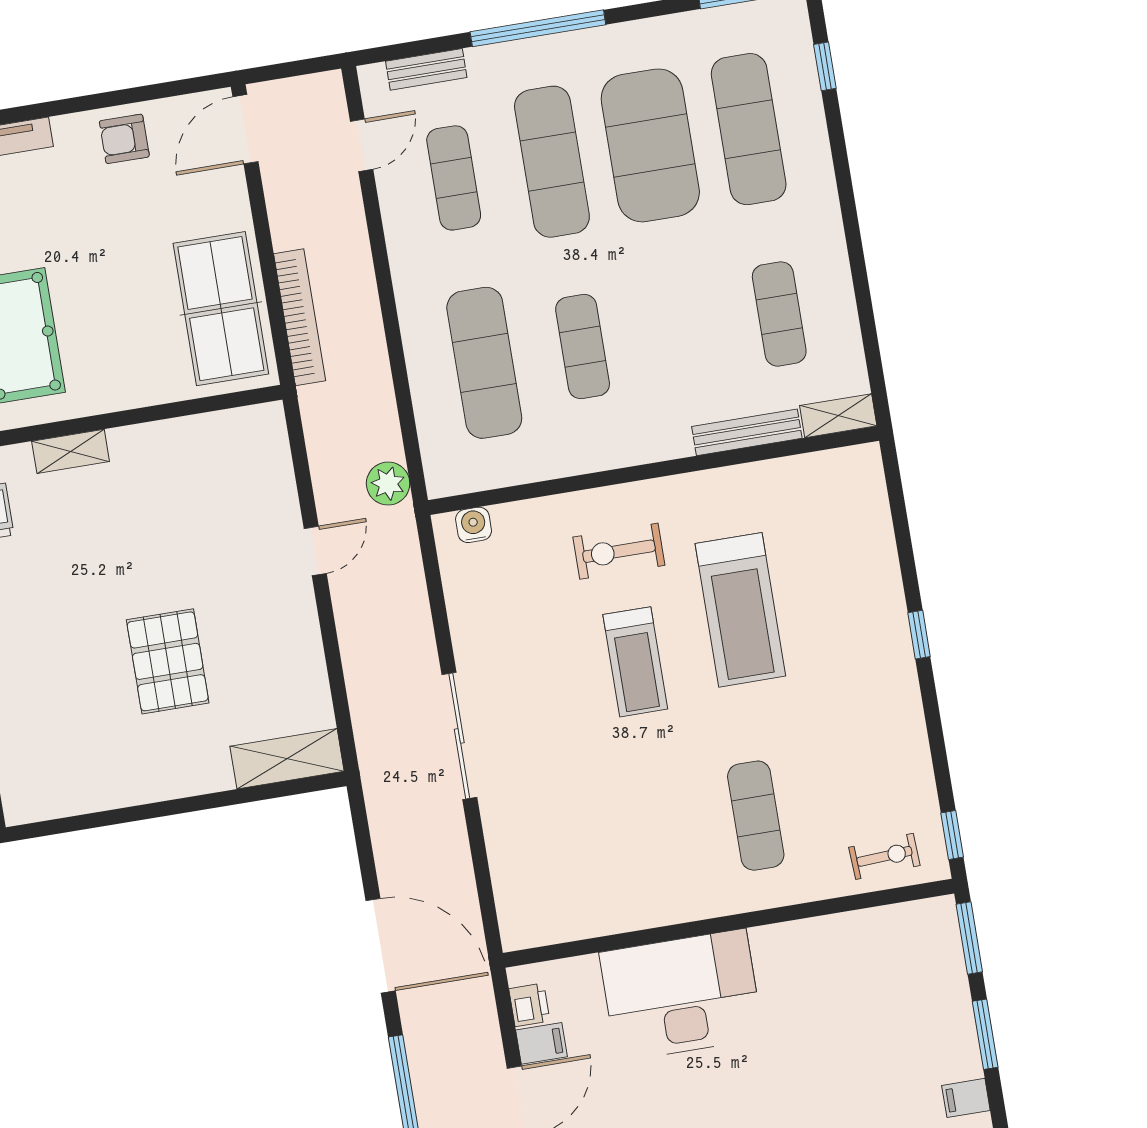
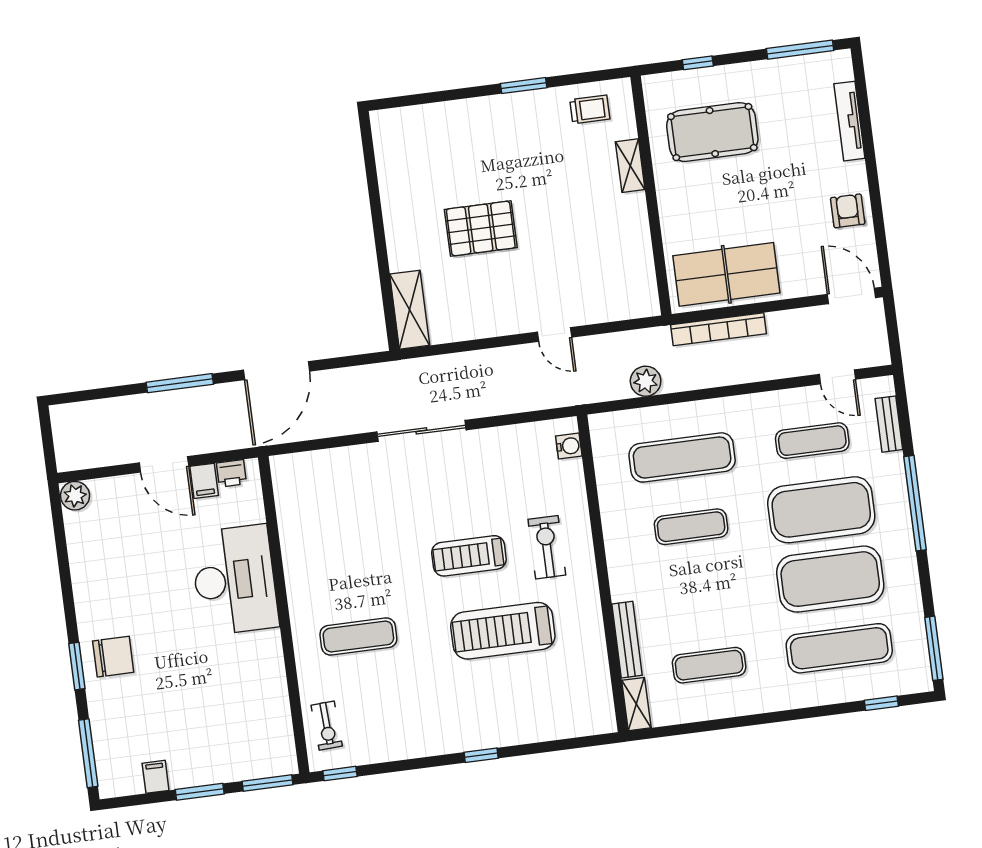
exercise mat: (552, 162) -> (821, 510), width x1.47
plant: (388, 484) -> (646, 381), moved

